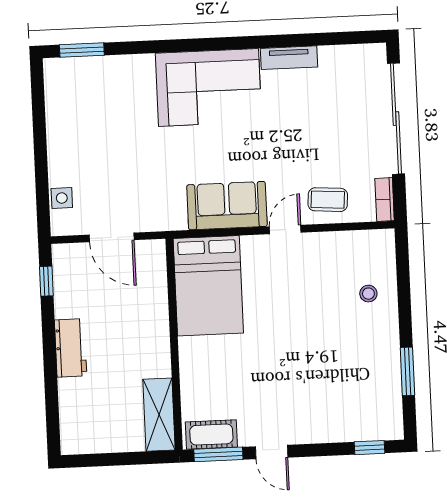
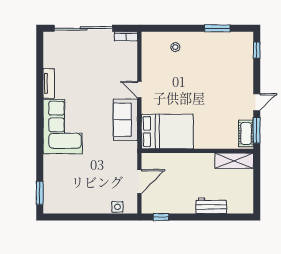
coffee table: (328, 200) -> (125, 66), removed
workbench: (71, 348) -> (211, 206), moved

